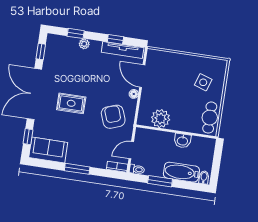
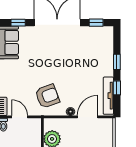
window: (76, 33) -> (117, 62), moved
plant: (84, 44) -> (109, 60), removed
rug: (71, 103) -> (54, 57), removed

